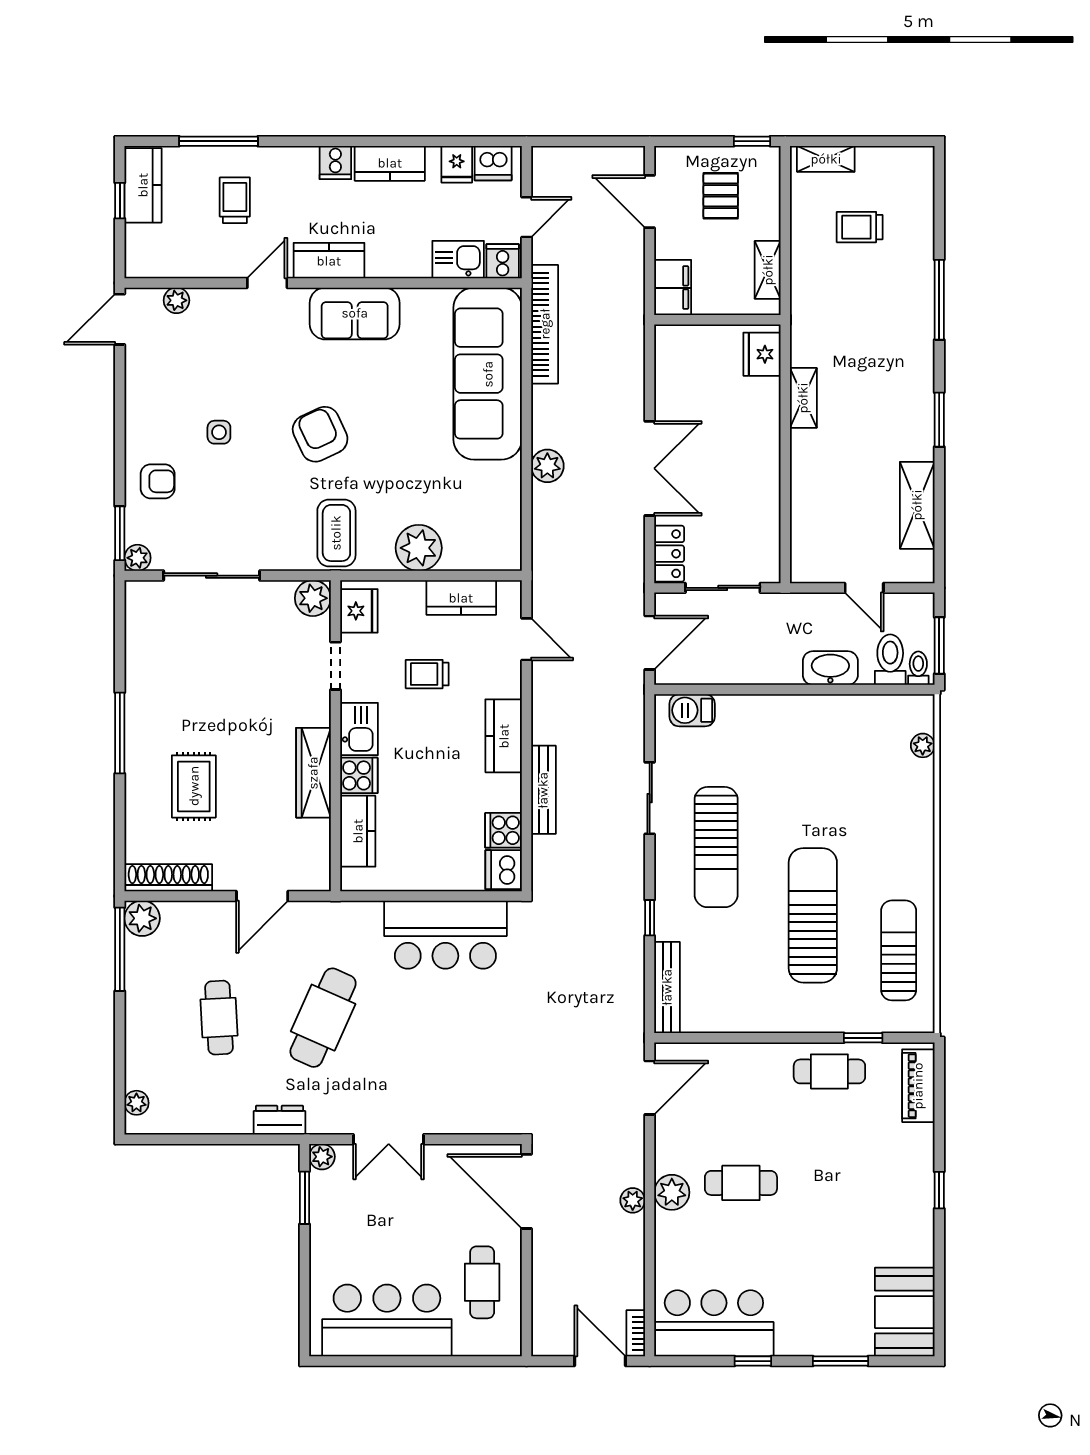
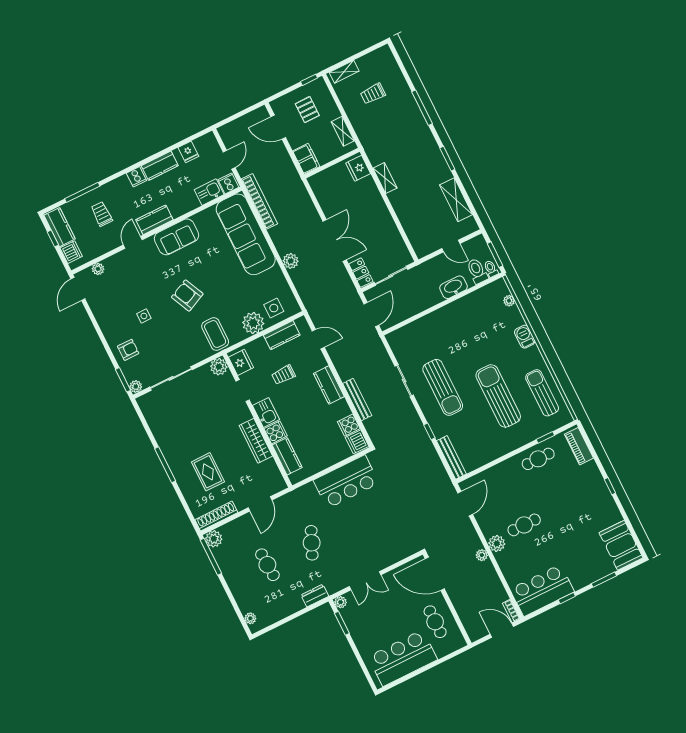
dishwasher: (493, 163) -> (71, 252), moved, turned -90
side table: (472, 539) -> (274, 308), added
barbecue: (692, 710) -> (525, 337), moved, turned 90
cafe table: (323, 1018) -> (312, 543), width x0.73, depth x0.74

